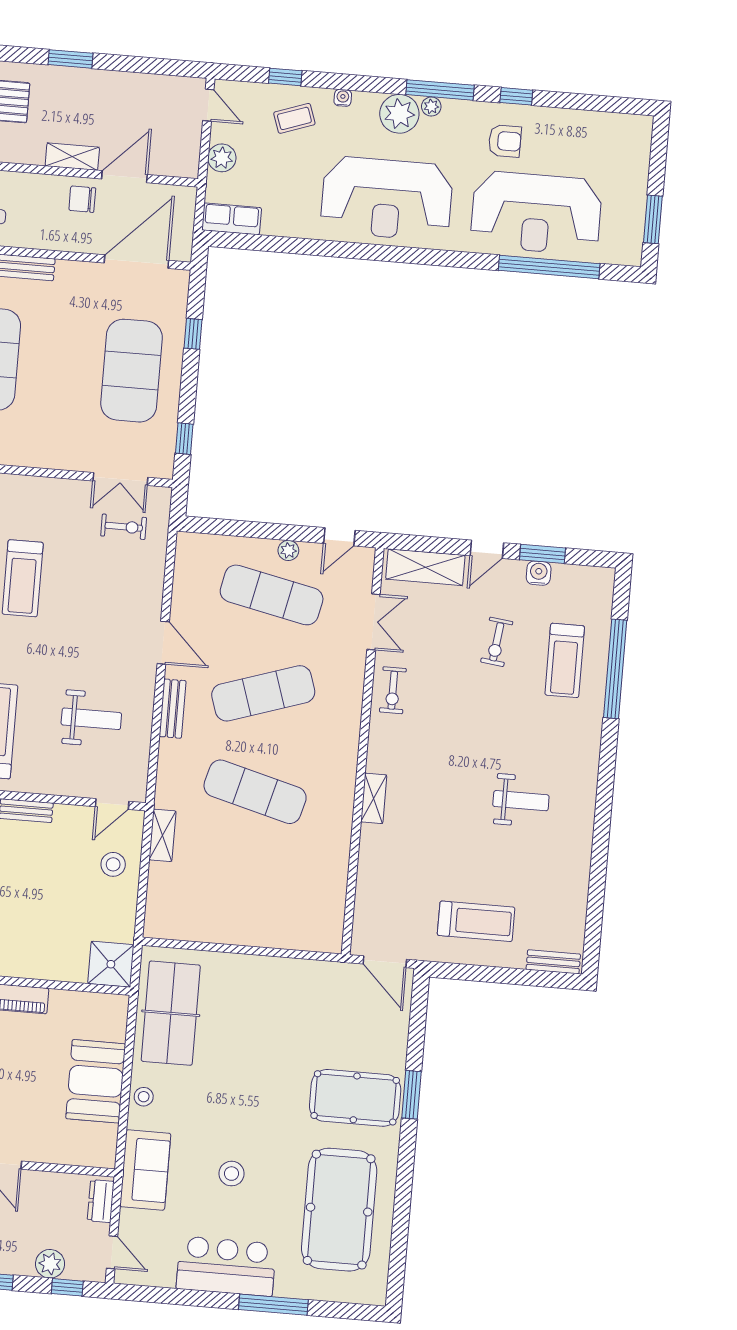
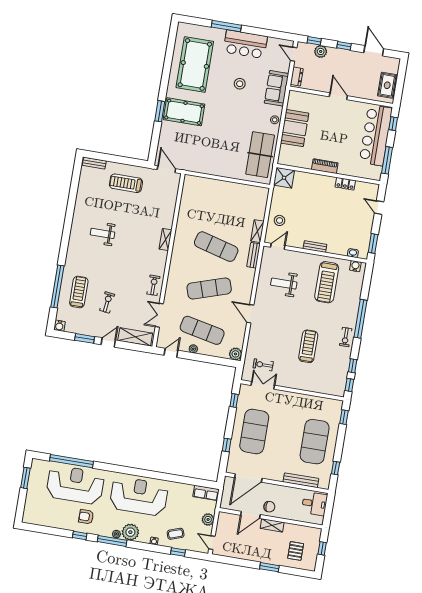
plant: (190, 547) -> (235, 354), added
water cooler: (539, 573) -> (59, 326), moved
bench: (173, 709) -> (254, 255), moved

